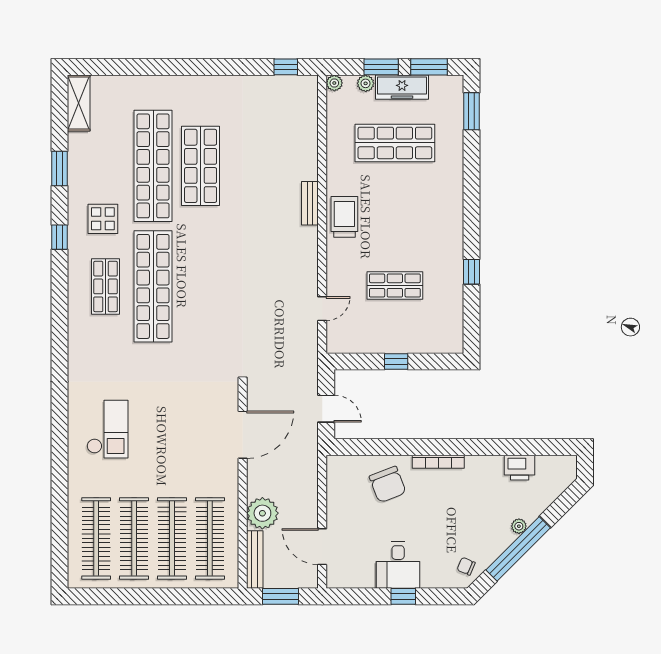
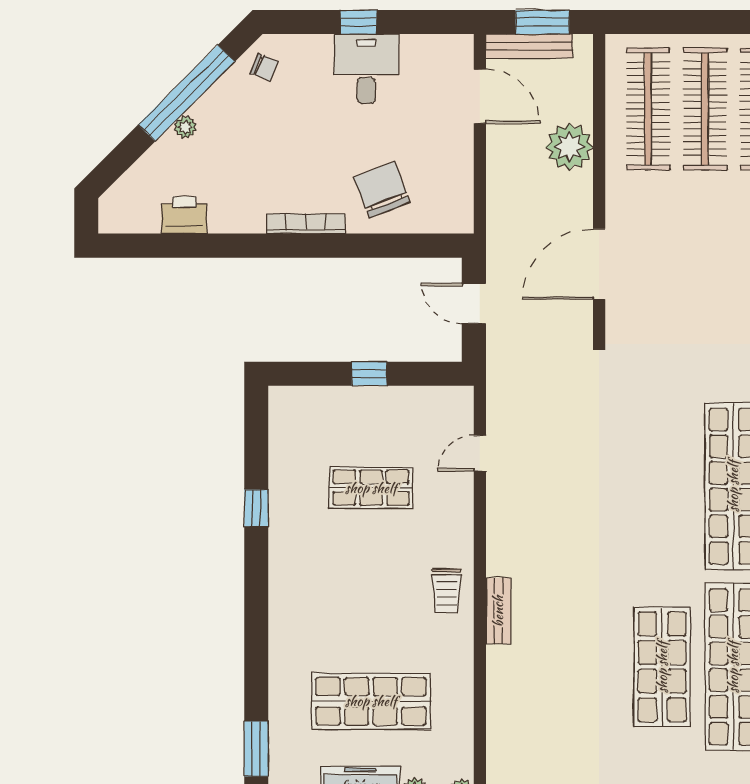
trolley: (344, 217) -> (447, 591), width x0.73, depth x0.72
bench: (255, 560) -> (529, 46), moved, turned 90

